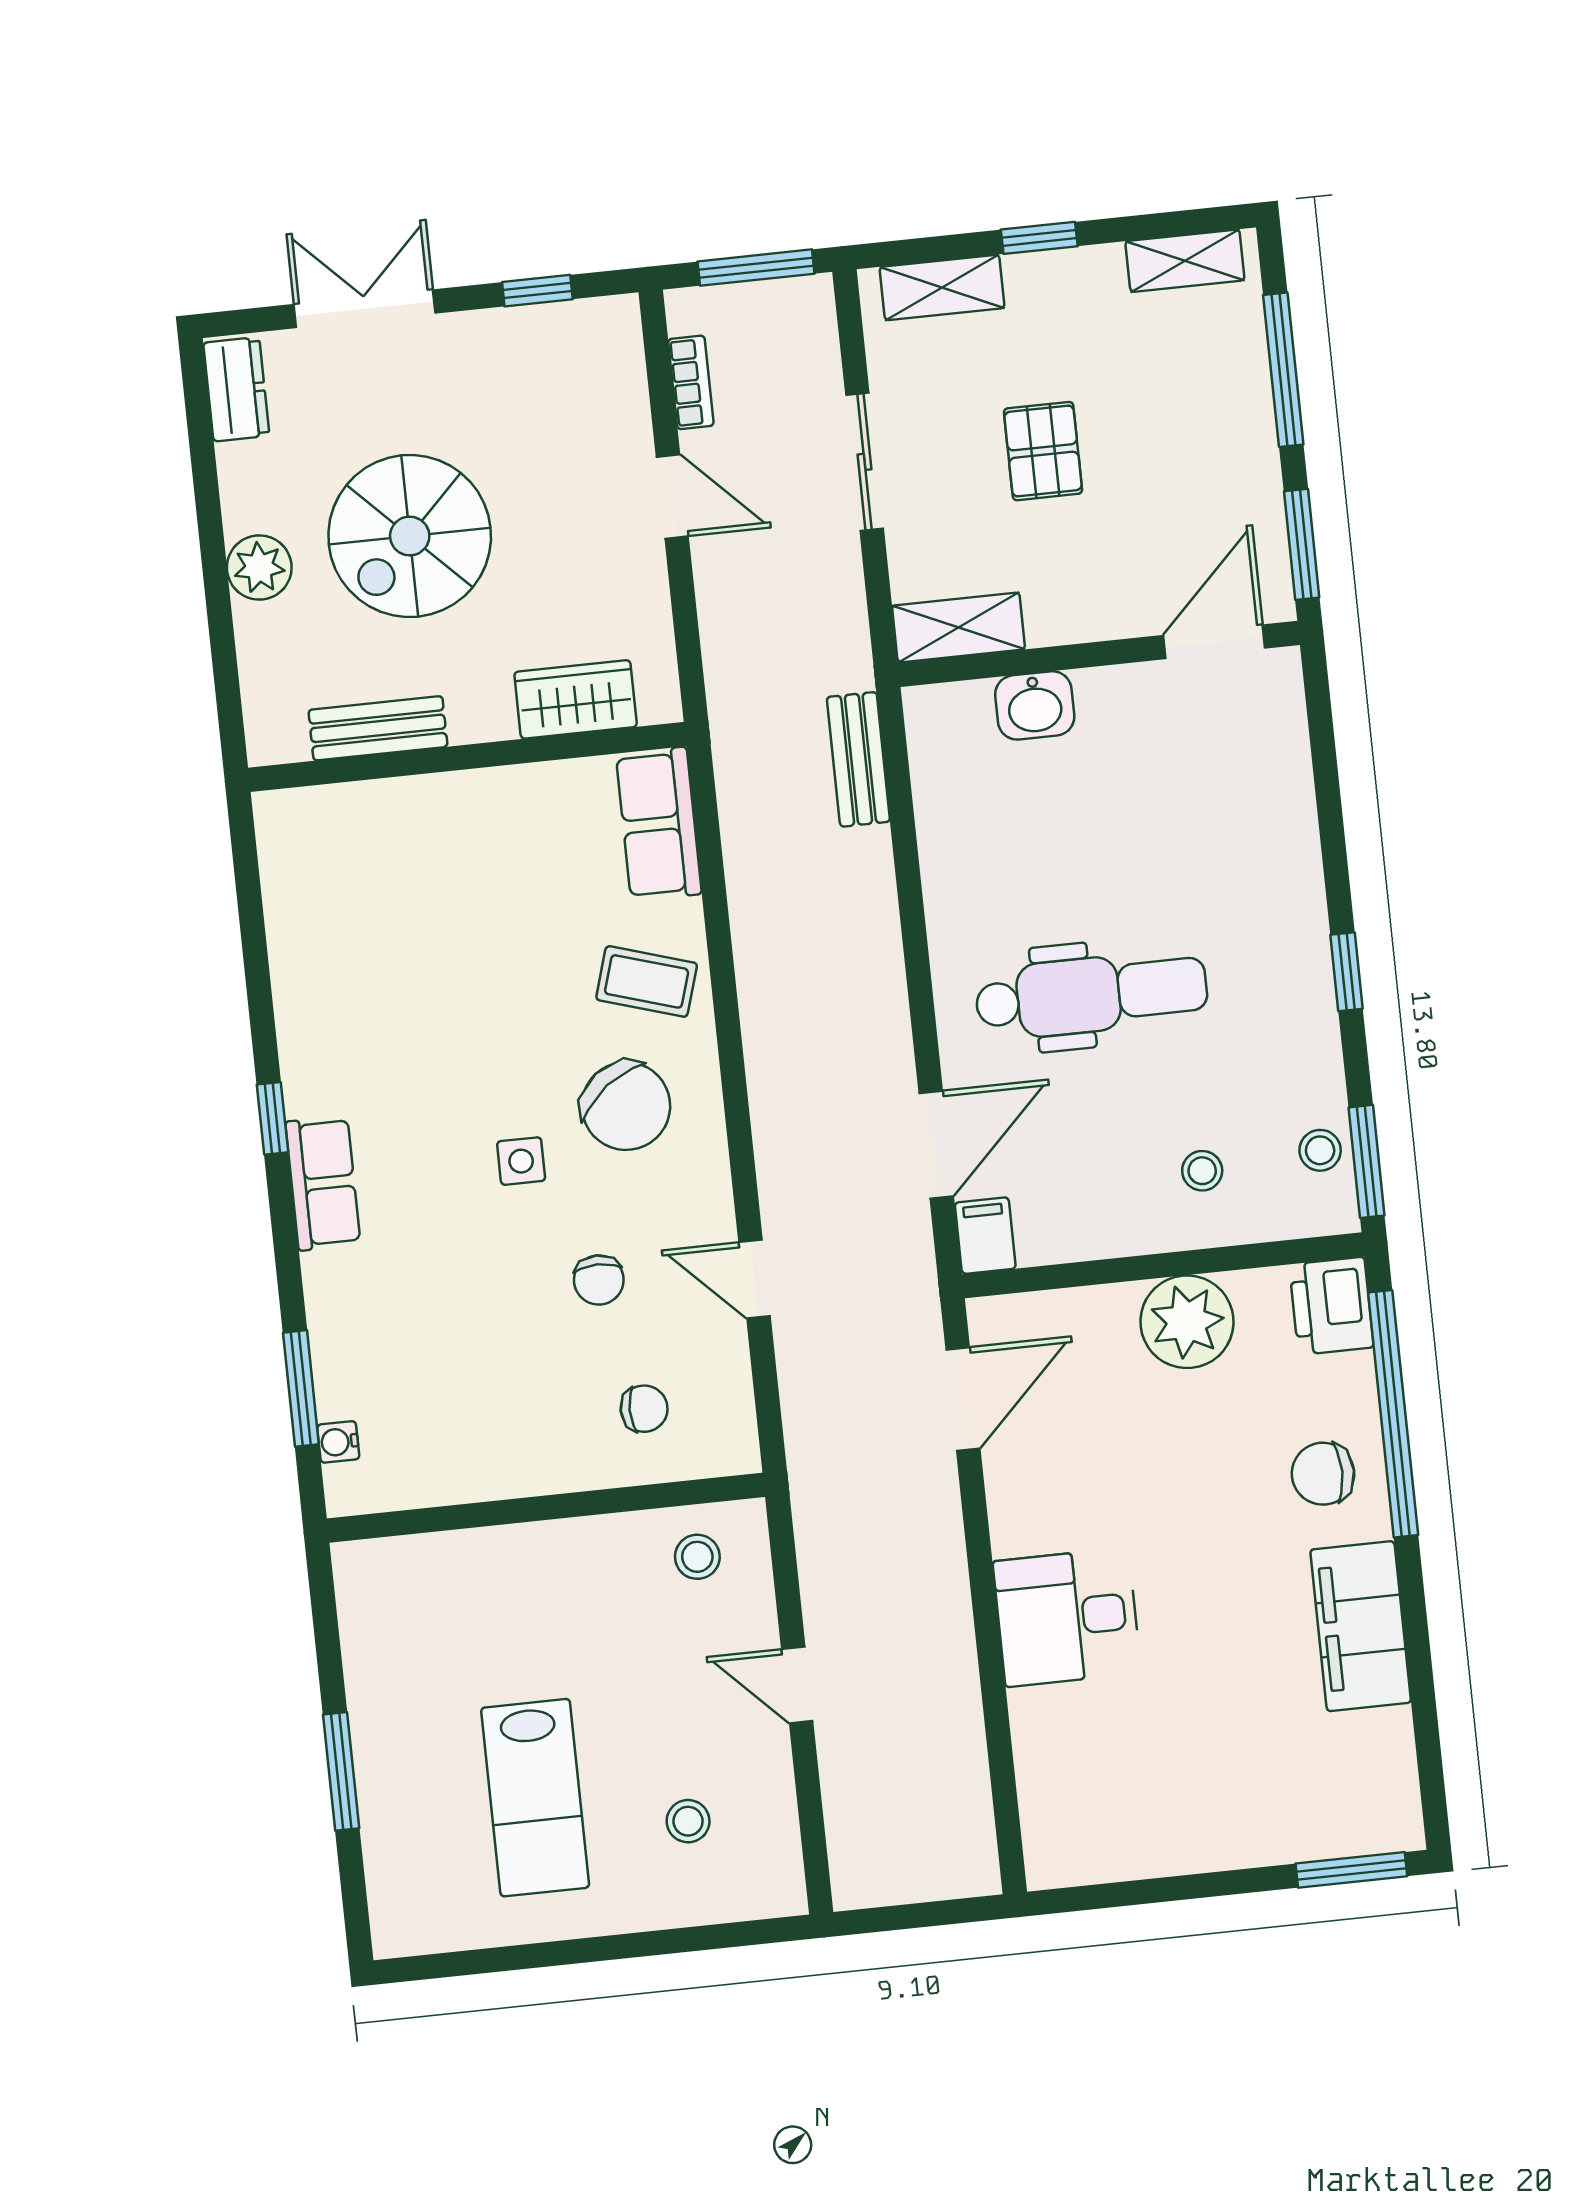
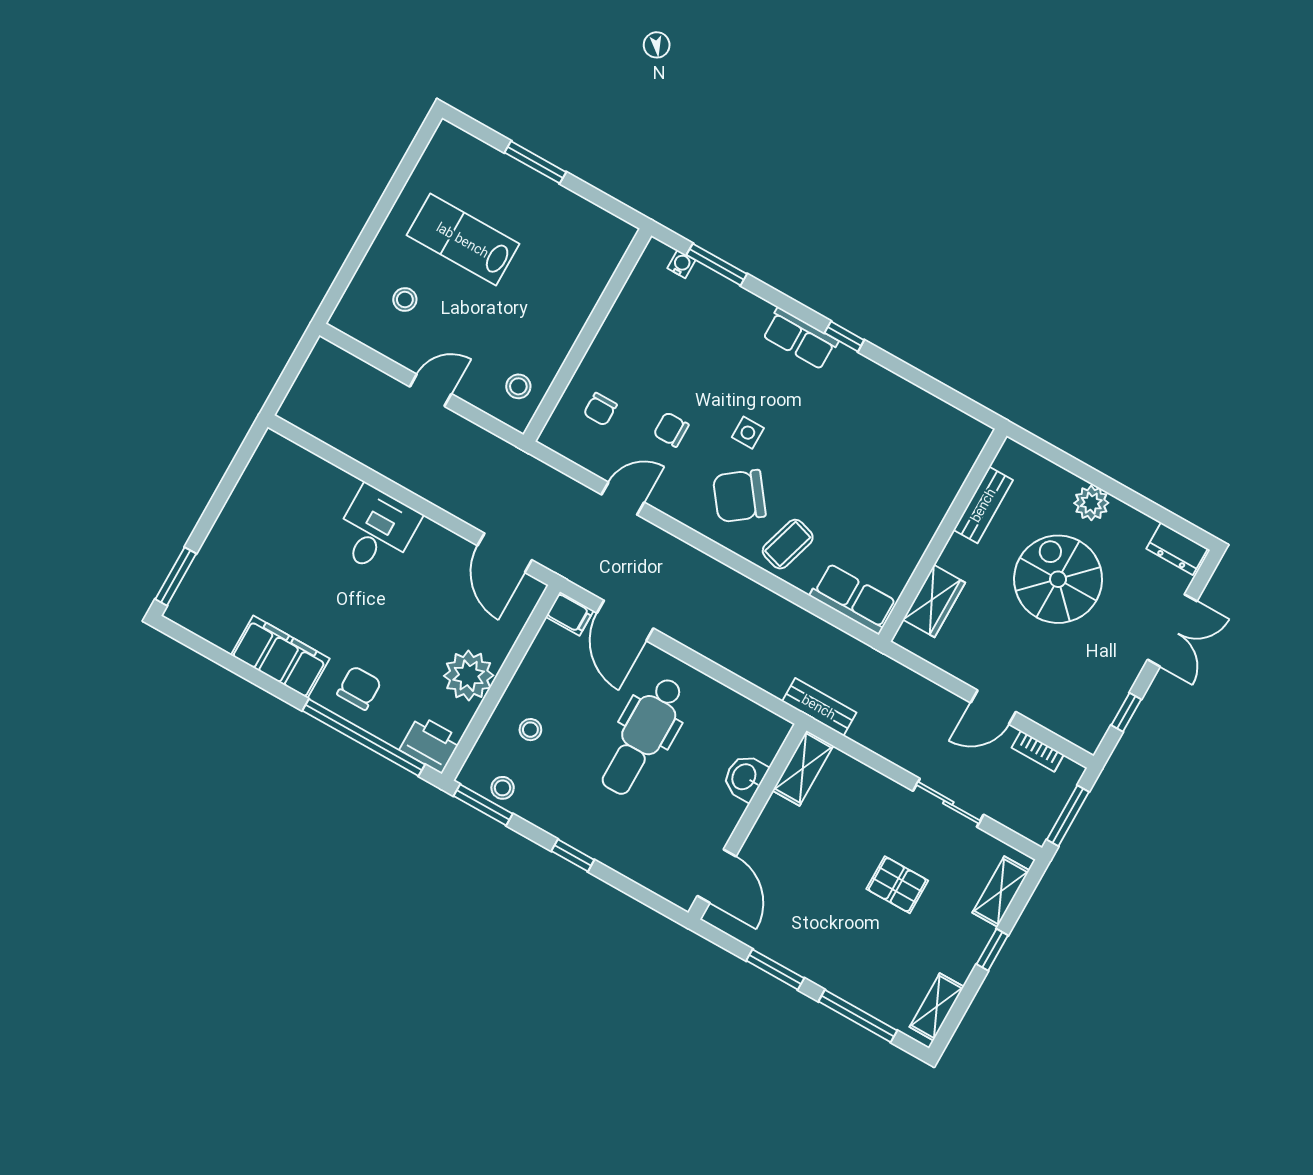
shelving: (959, 627) -> (803, 768), moved
door: (1214, 642) -> (717, 876), moved
wall: (1099, 654) -> (747, 822), moved
washbasin: (1035, 705) -> (745, 777), moved

